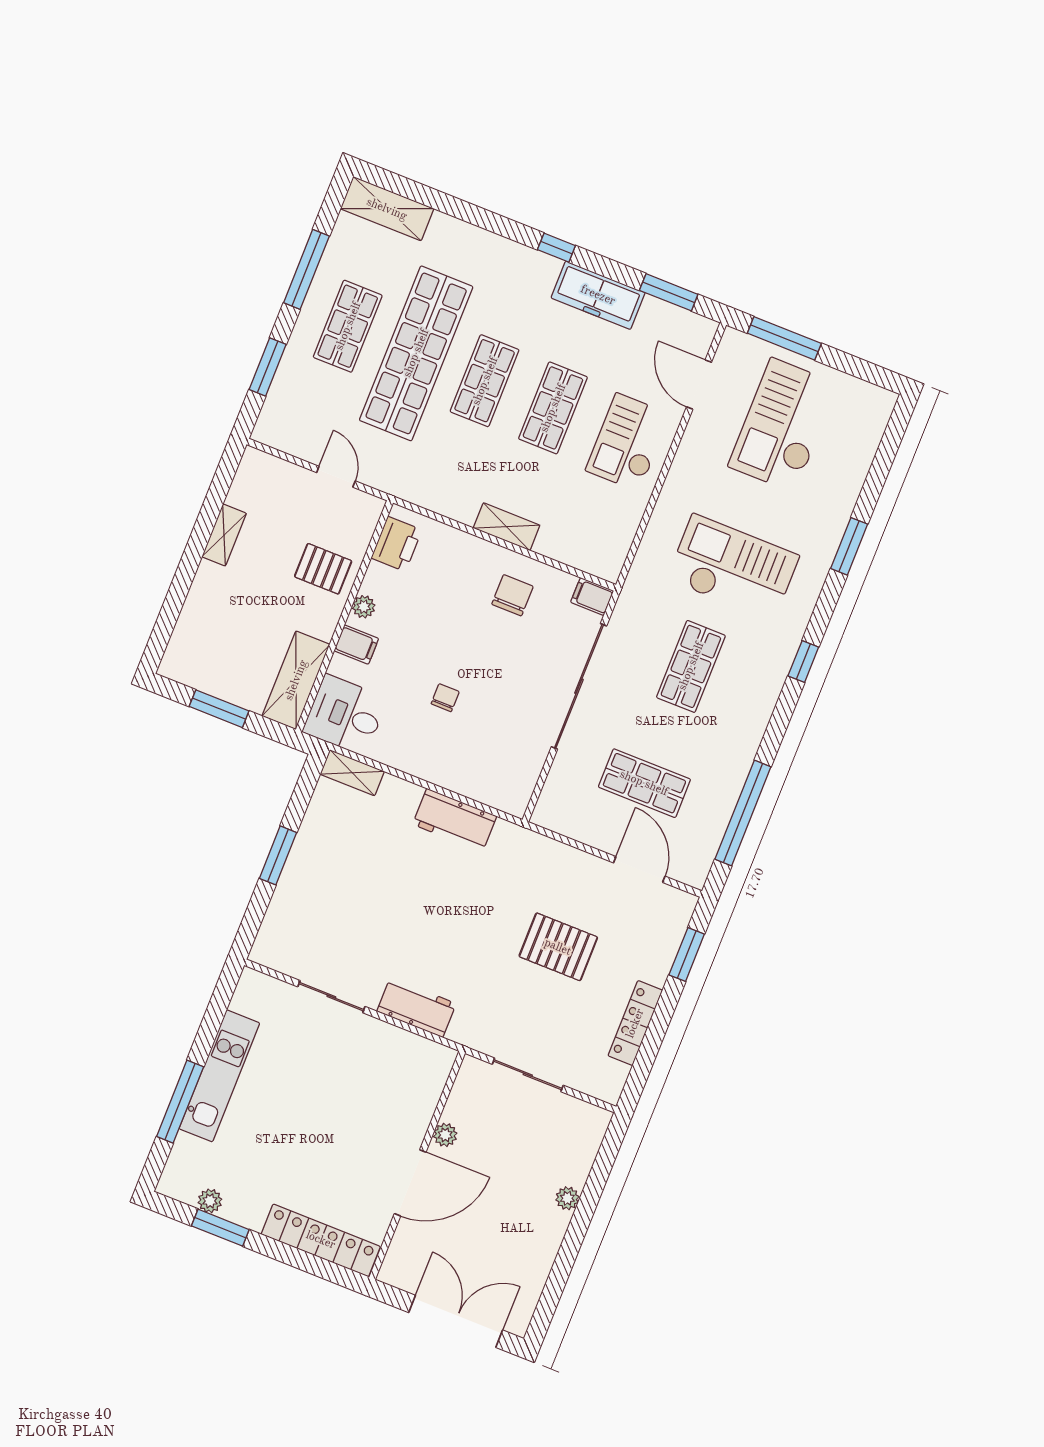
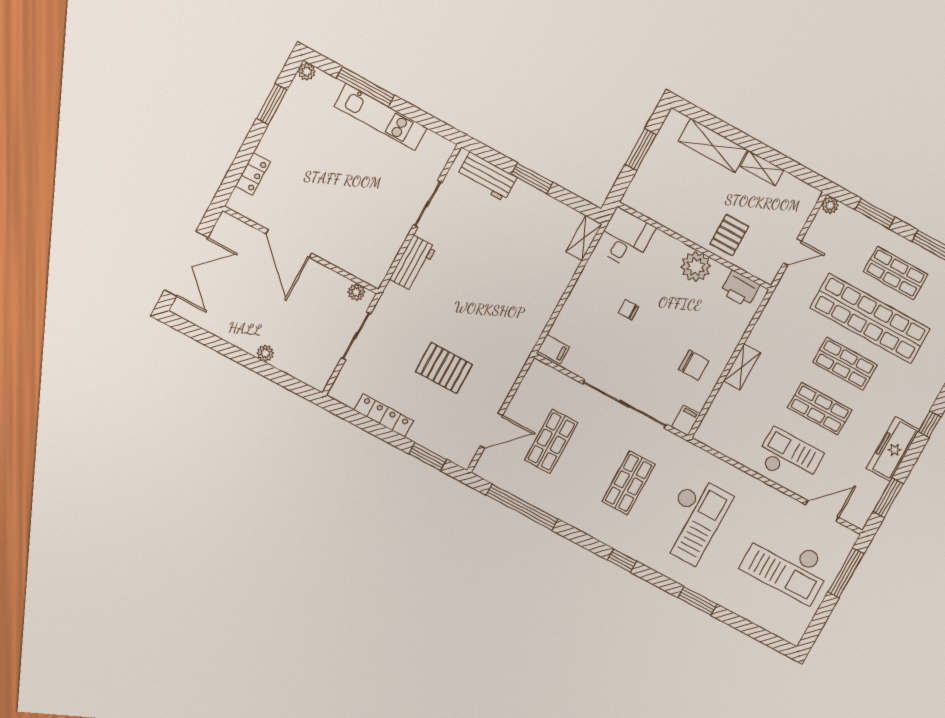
checkout: (783, 425) -> (787, 565), turned 180
plant: (264, 432) -> (830, 205), added
plant: (364, 607) -> (696, 267), width x1.87, depth x1.87
filing cabinet: (356, 645) -> (553, 349), moved, turned -90
shop shelf: (691, 666) -> (628, 483), turned 90
shelving: (296, 680) -> (713, 145), moved
chair: (445, 698) -> (628, 310), turned 180
workbench: (455, 820) -> (487, 177), moved, turned -90
pallet: (558, 947) -> (444, 368), turned 90
plant: (445, 1135) -> (356, 292), moved
plant: (210, 1201) -> (307, 72), moved
locker: (321, 1240) -> (253, 174), width x0.46, depth x0.83

